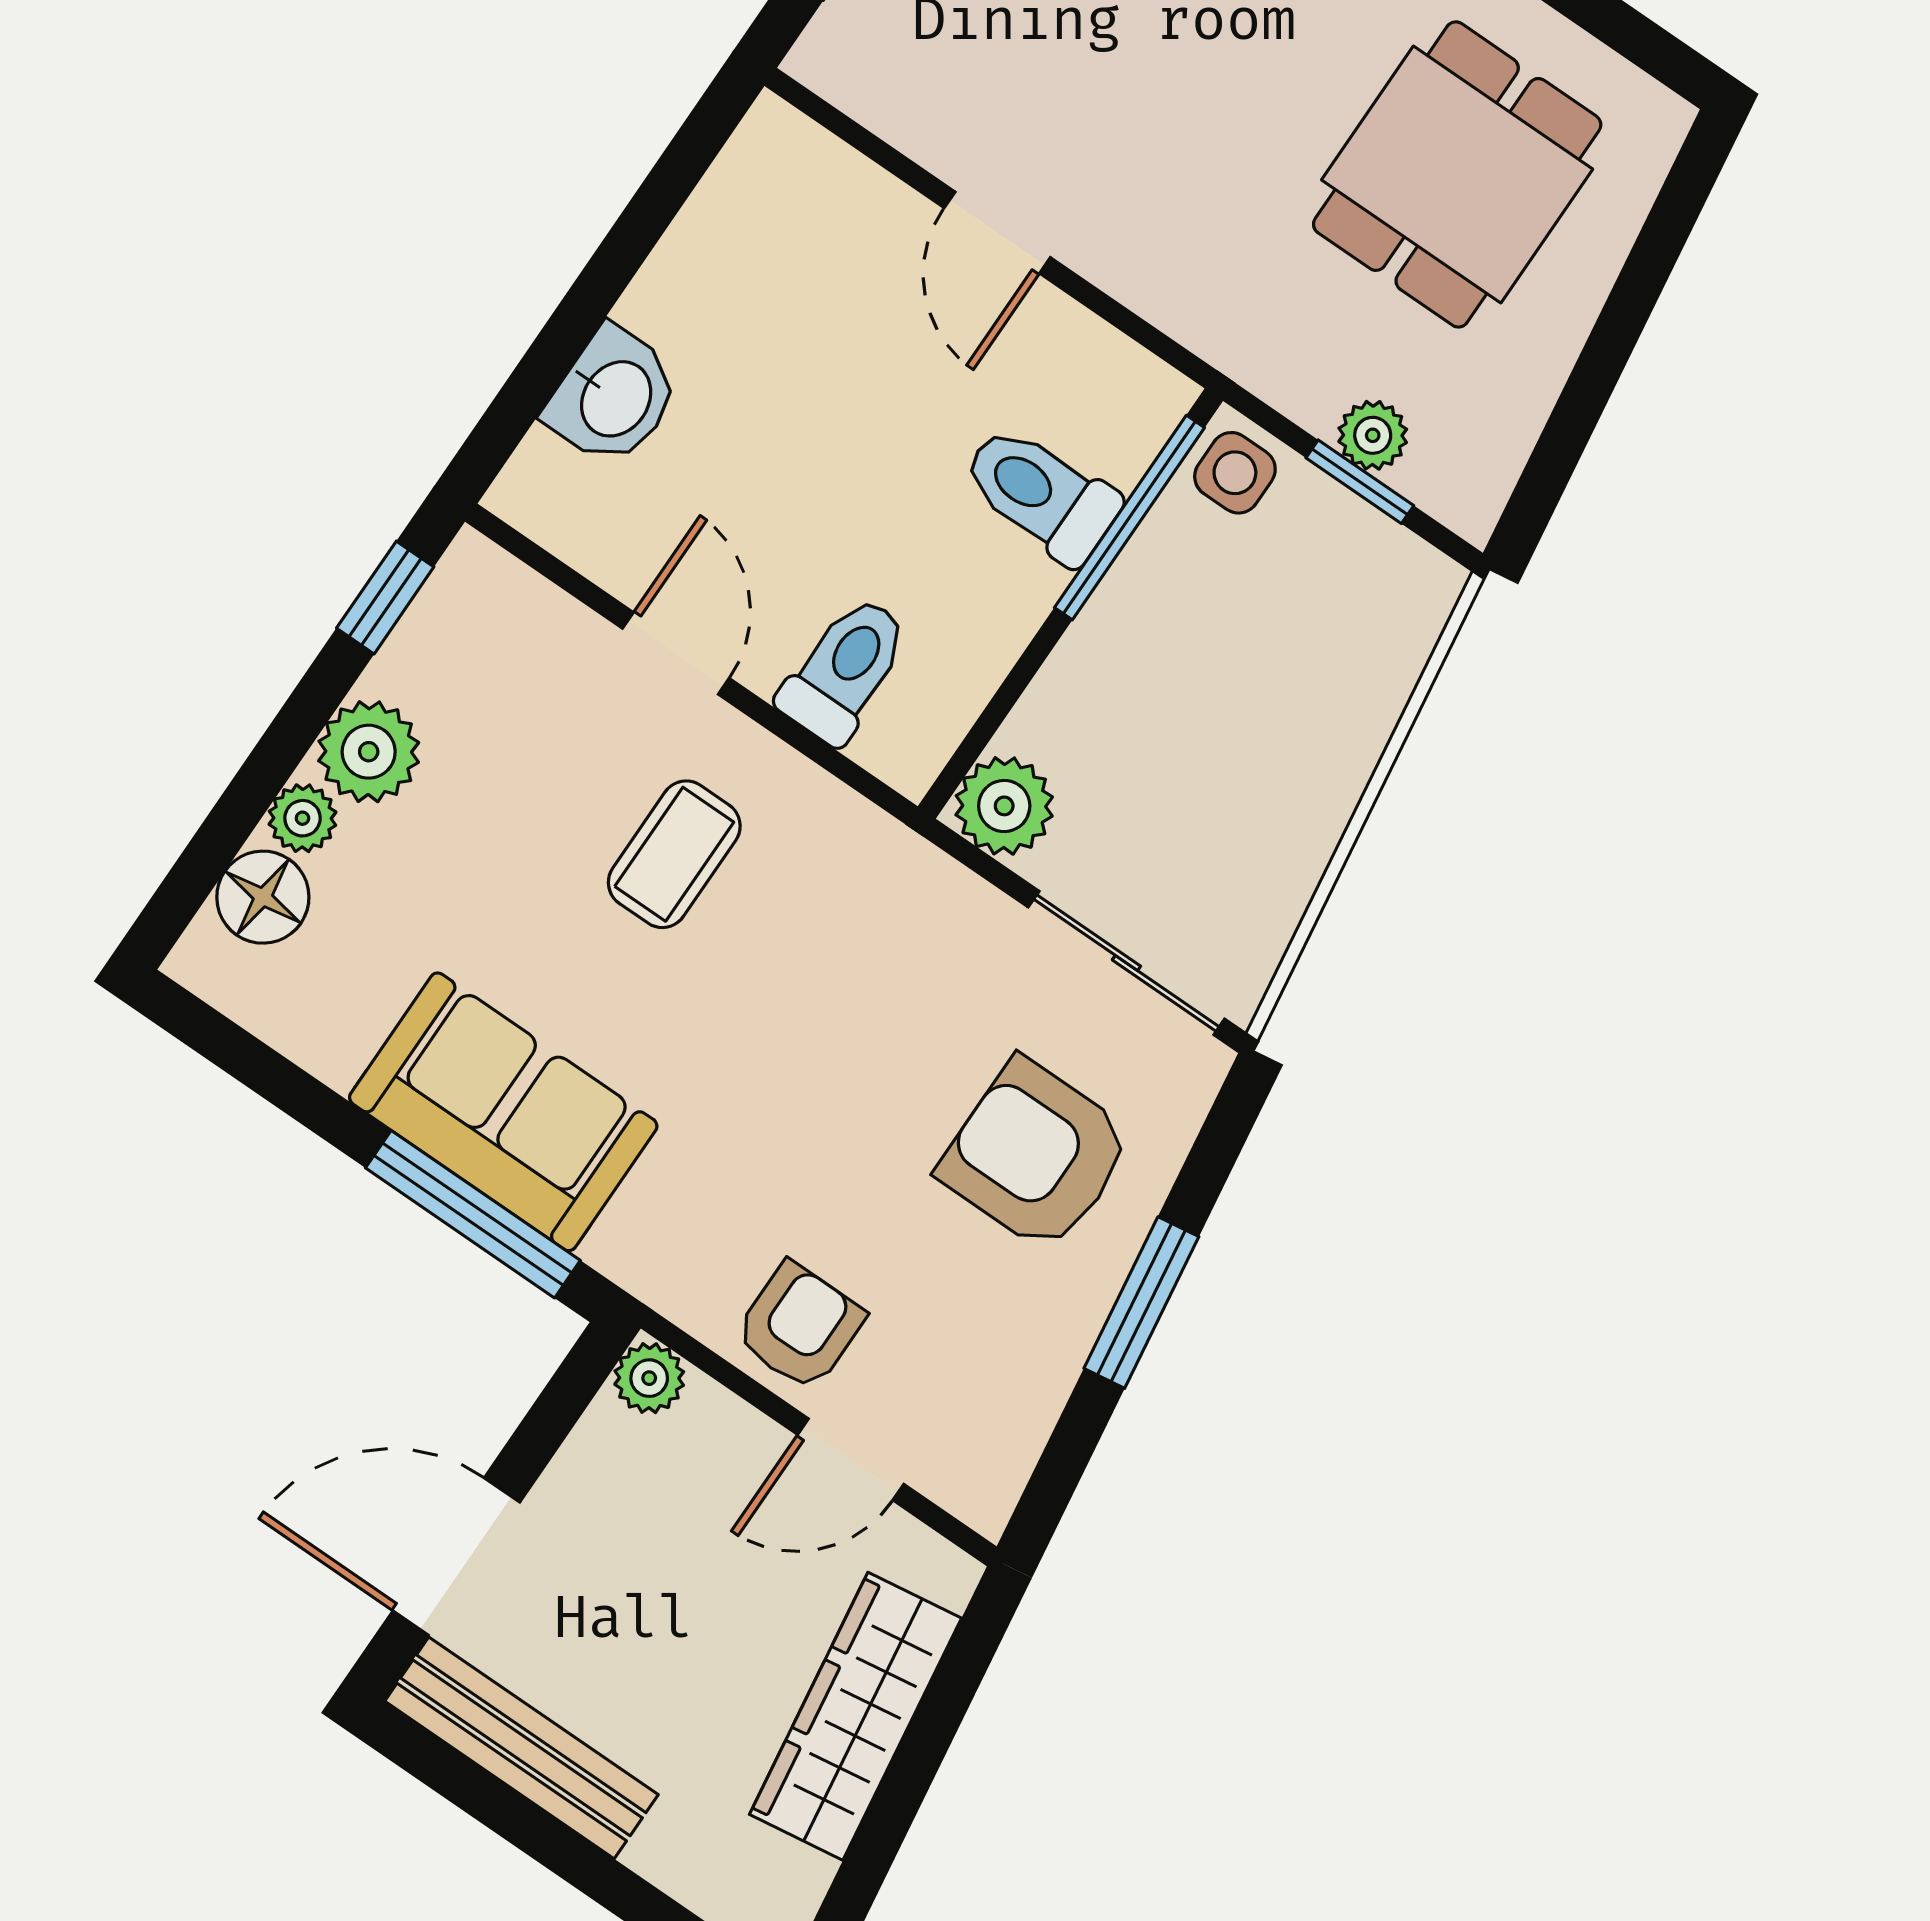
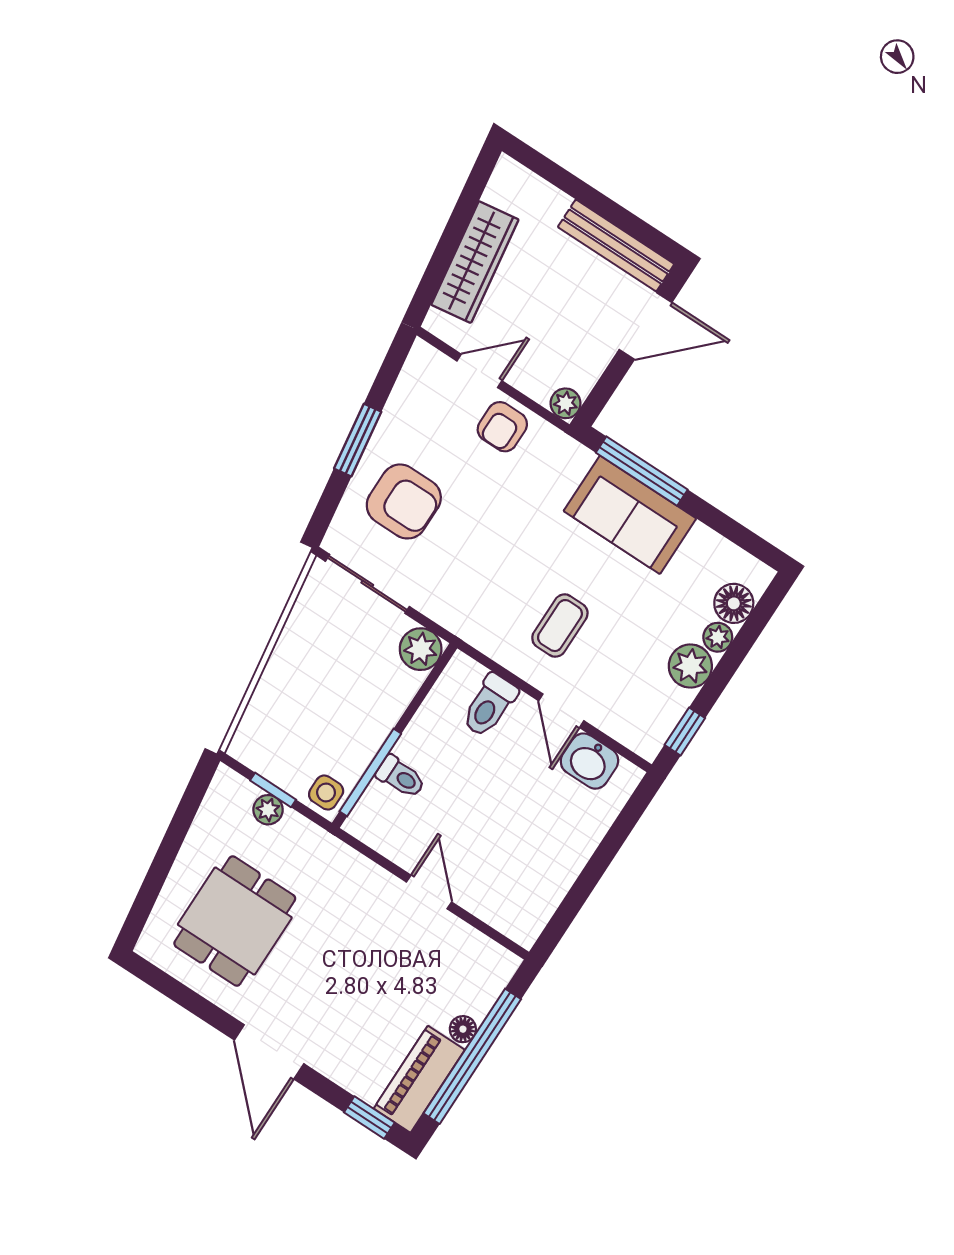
washbasin: (614, 397) -> (589, 761), moved, turned -90
toilet: (1041, 494) -> (401, 777), width x0.73, depth x0.72

